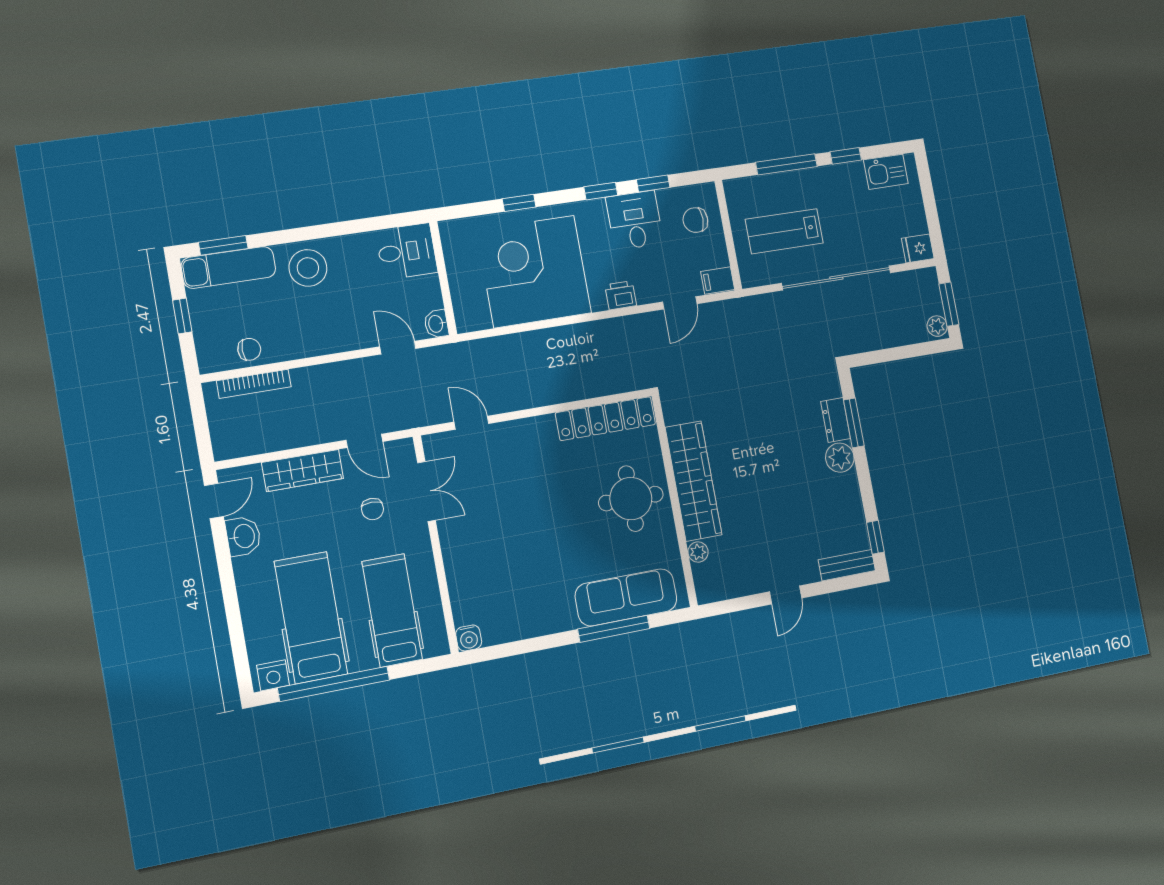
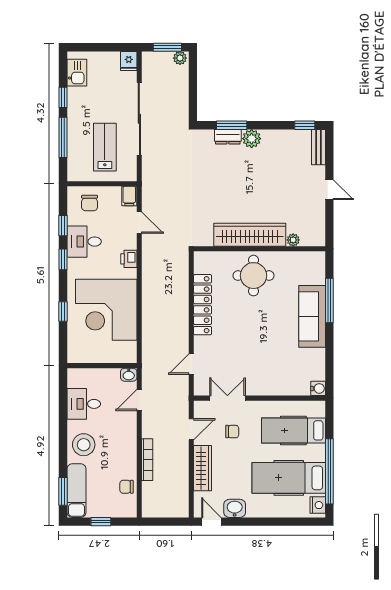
lab bench: (784, 231) -> (105, 147), turned 180
desk: (407, 251) -> (84, 404), moved, turned -90
chair: (249, 349) -> (127, 487), turned -90
bookcase: (254, 384) -> (147, 460), moved
locker: (606, 419) -> (203, 305), moved
sofa: (626, 597) -> (312, 316), moved

